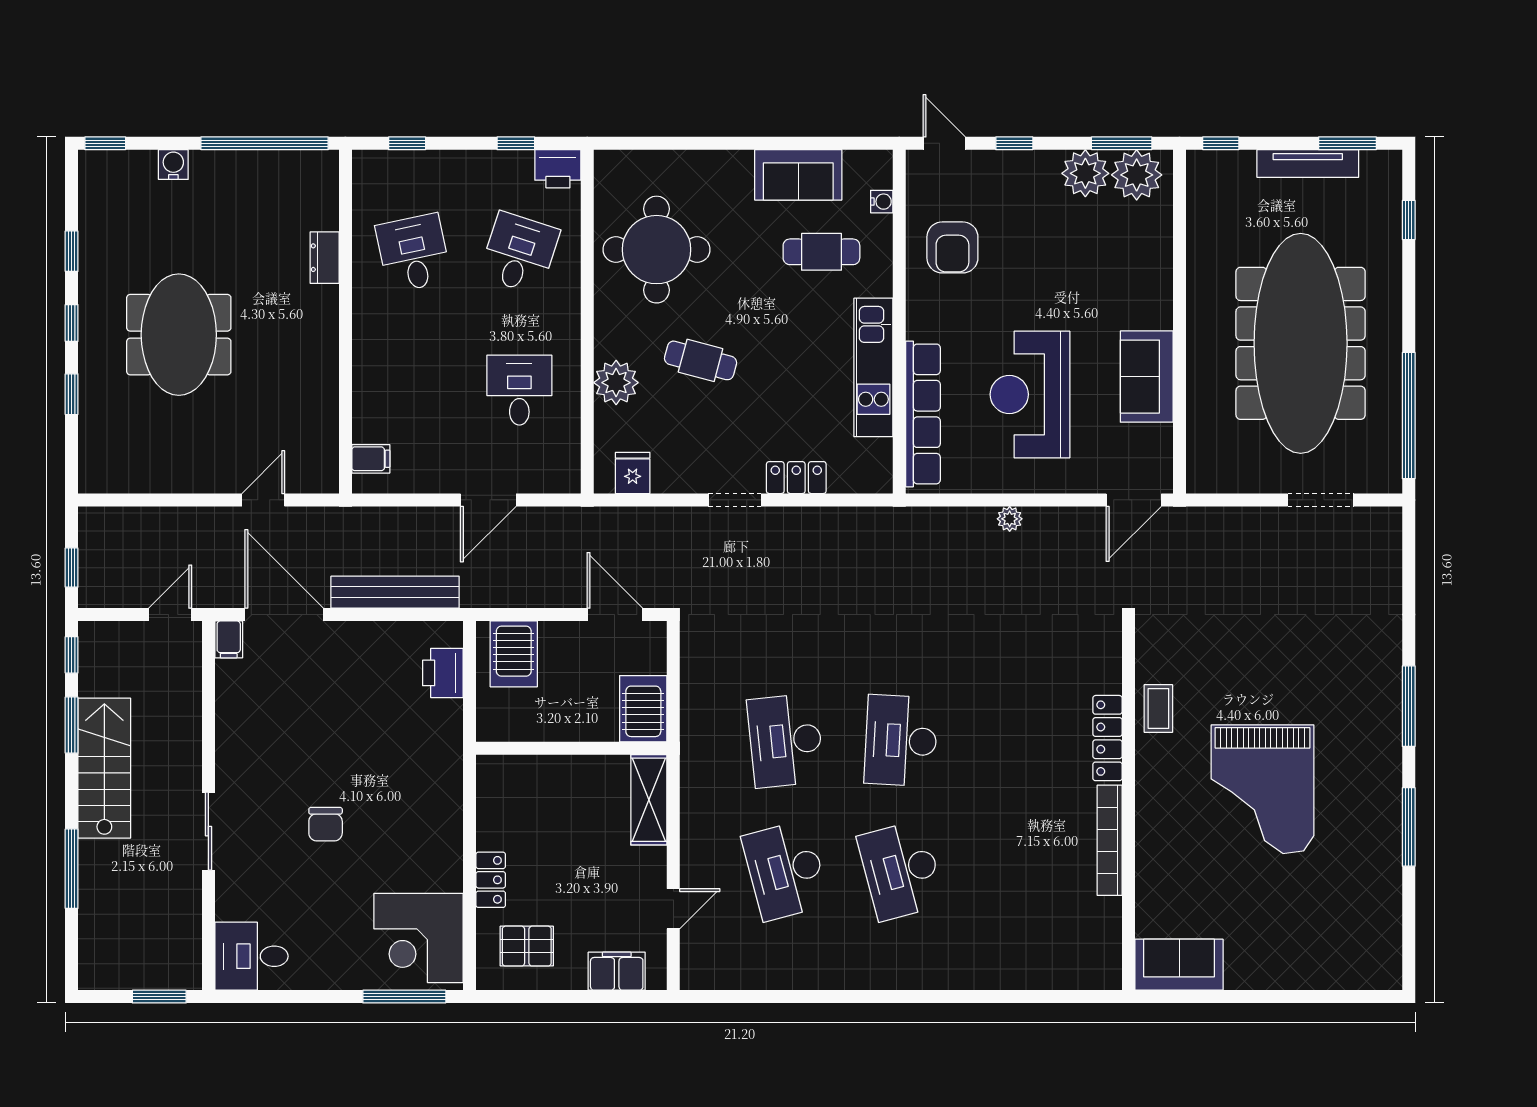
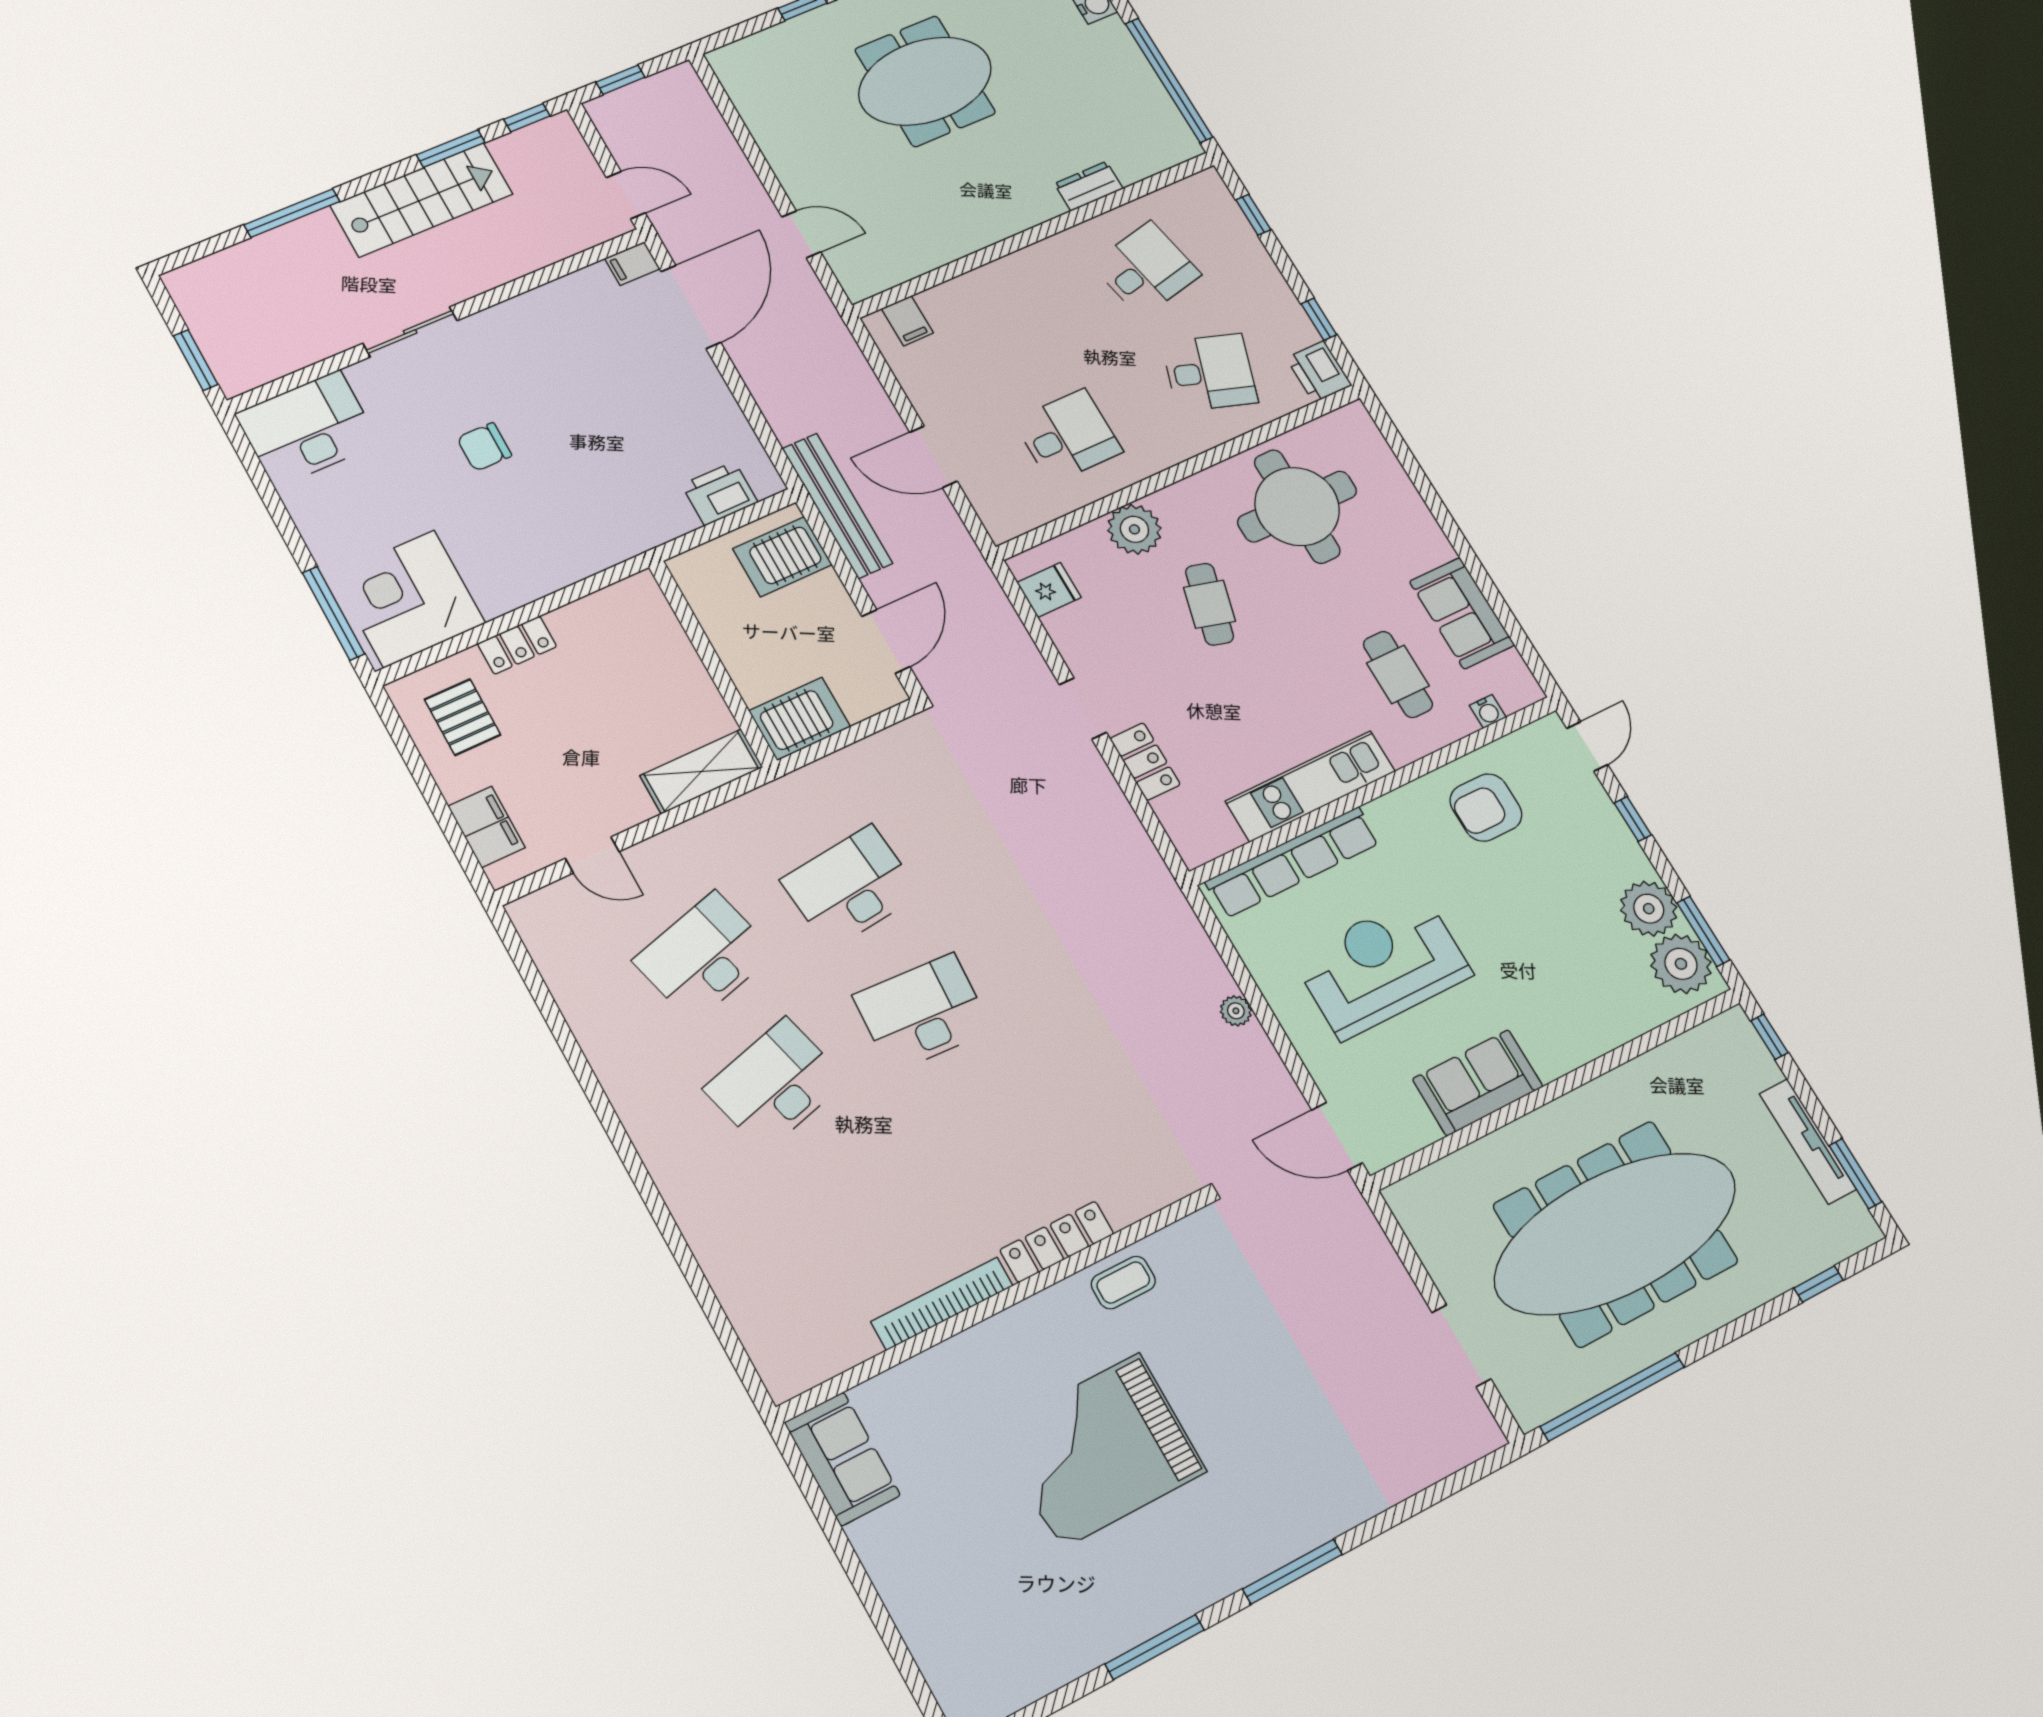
bench: (395, 592) -> (837, 506), moved
desk: (251, 956) -> (308, 429), width x1.37

